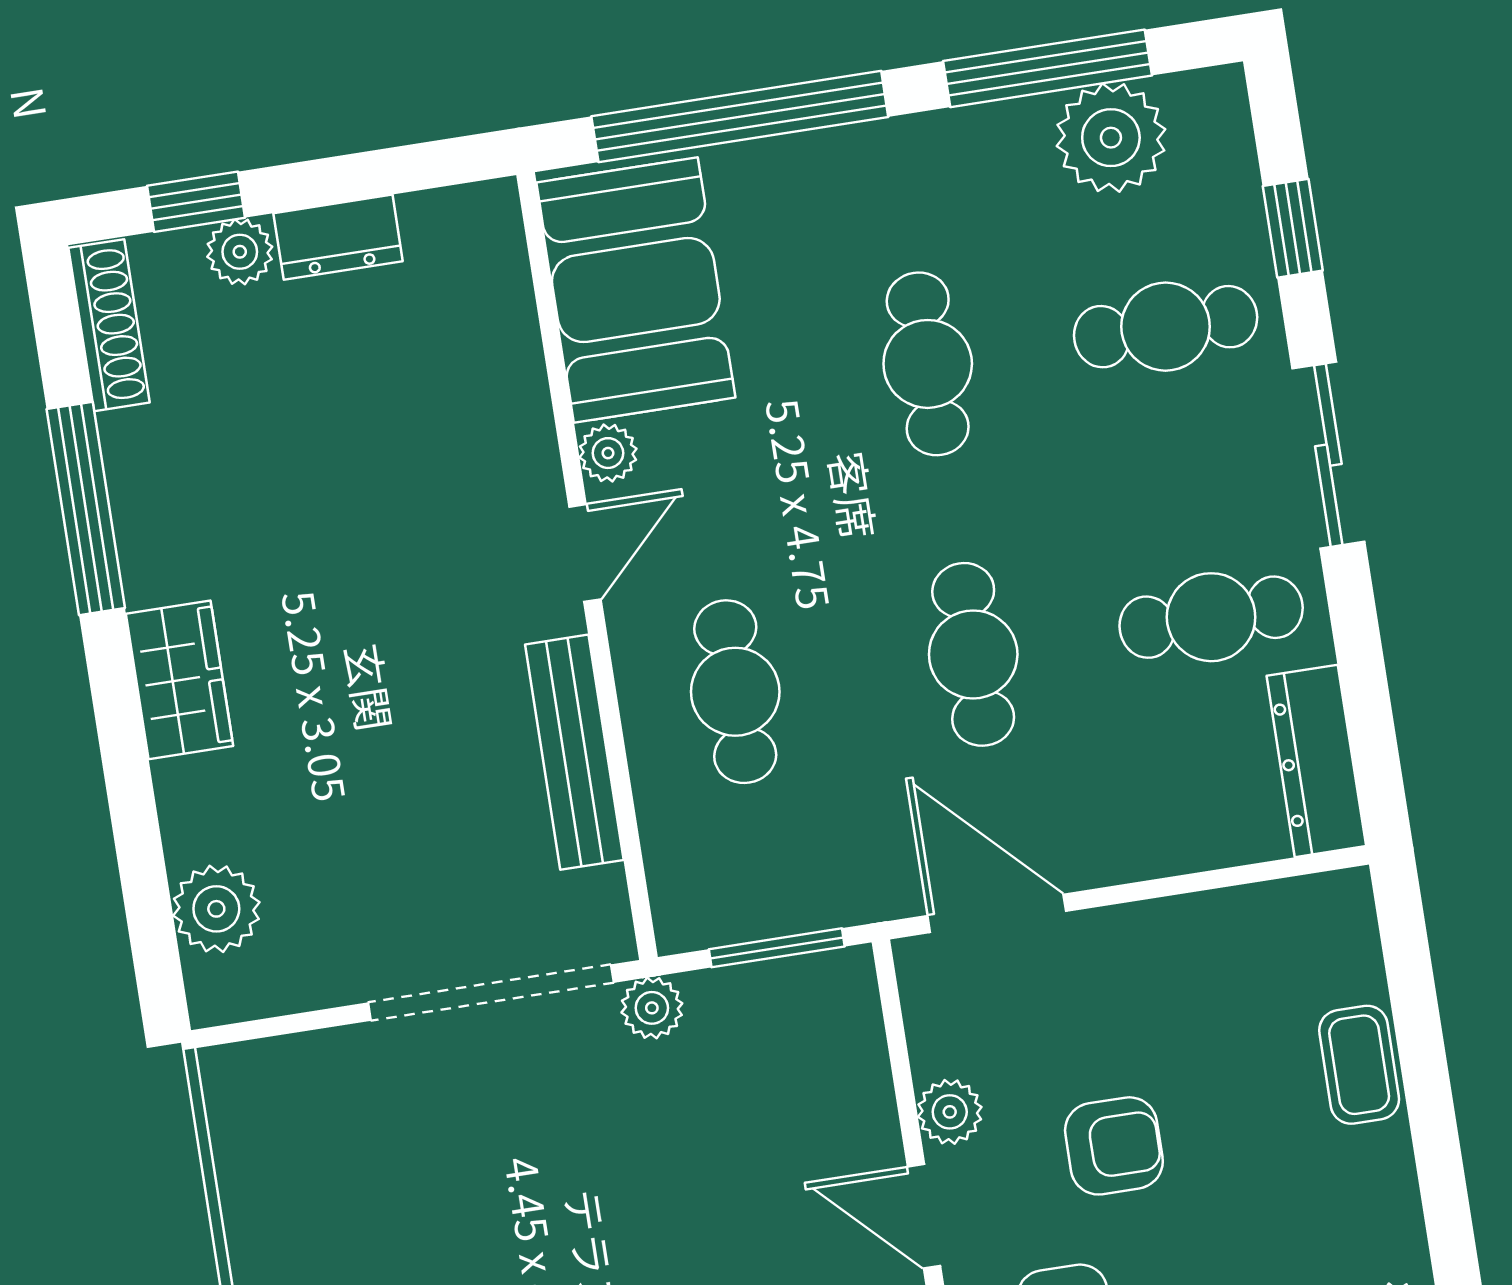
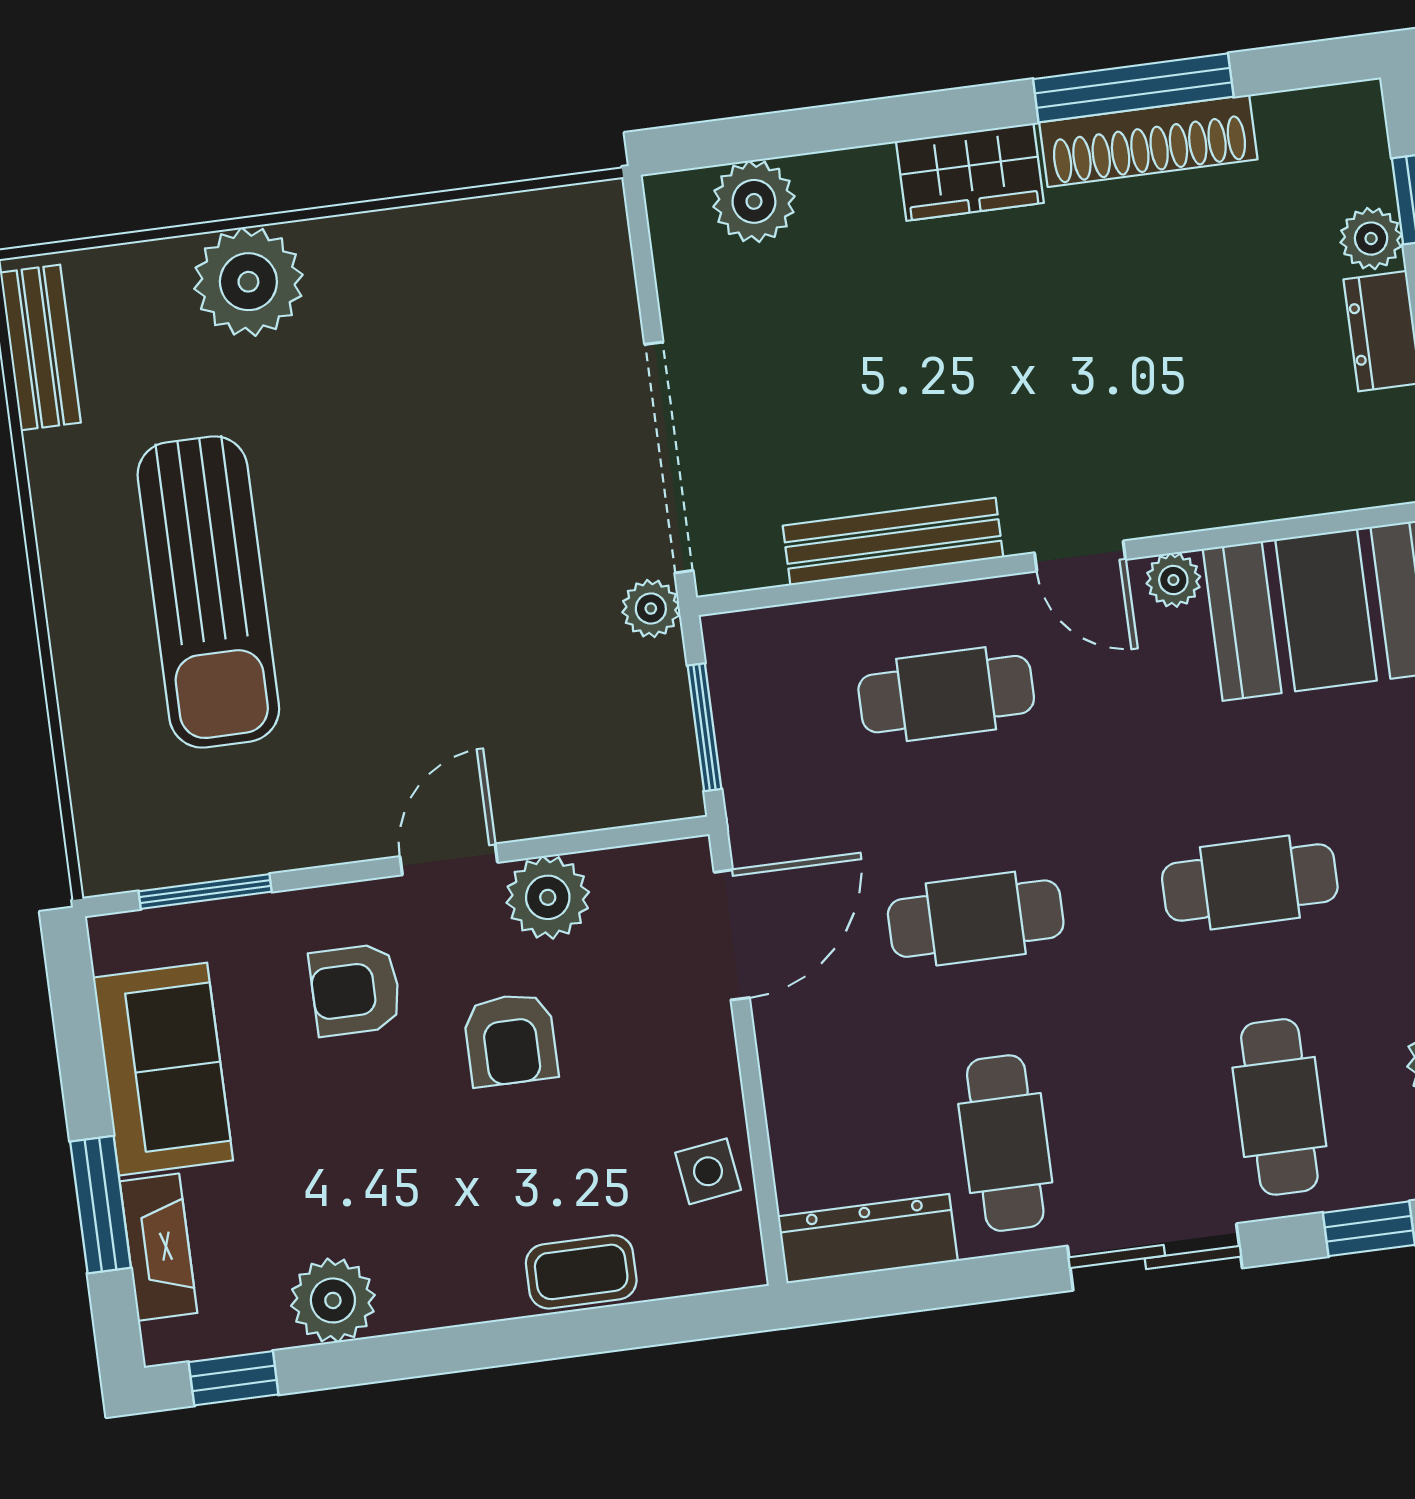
shoe rack: (109, 325) -> (1148, 141), moved, width x1.36, depth x1.24
side table: (1249, 932) -> (708, 1171), added
plant: (950, 1112) -> (548, 897), width x1.38, depth x1.38

